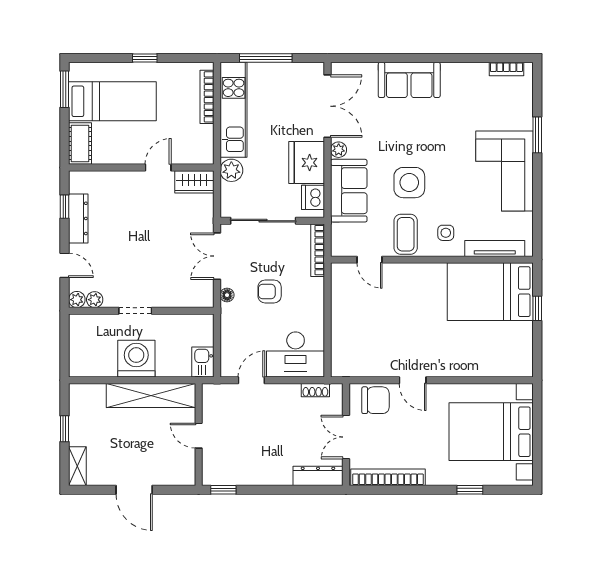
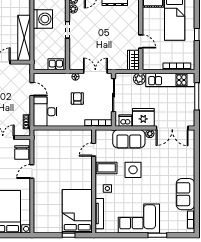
sofa: (409, 80) -> (186, 194), moved
washing machine: (136, 359) -> (43, 19), moved
kitchen sink: (203, 362) -> (56, 64), moved

